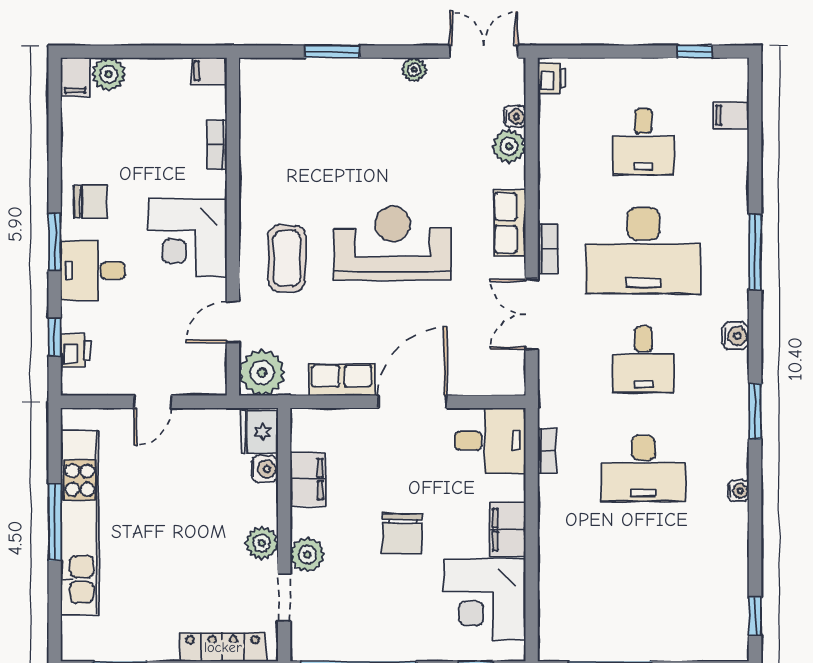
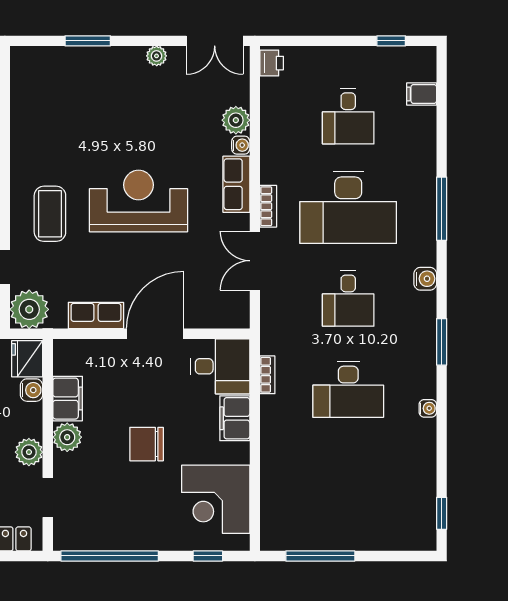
double door: (484, 52) -> (215, 41), swing flipped
water cooler: (515, 117) -> (241, 145), moved
filing cabinet: (508, 530) -> (235, 418), moved
chair: (402, 534) -> (147, 444), turned 89
plant: (307, 555) -> (67, 437), moved

